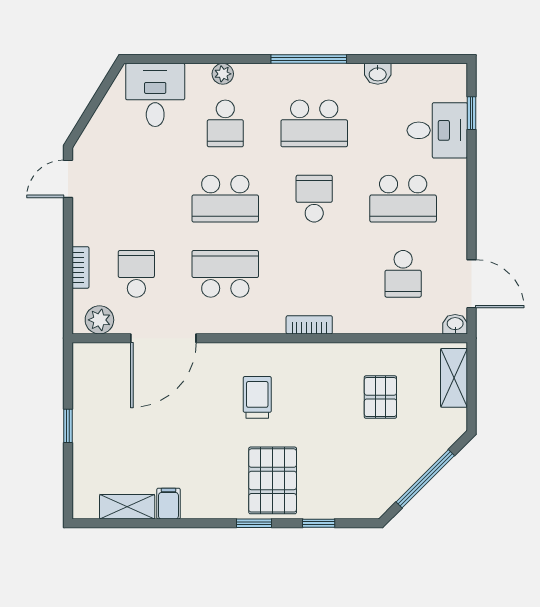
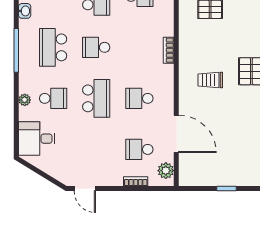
school desk: (314, 123) -> (53, 47), turned 180
school desk: (225, 274) -> (139, 98), width x0.54

